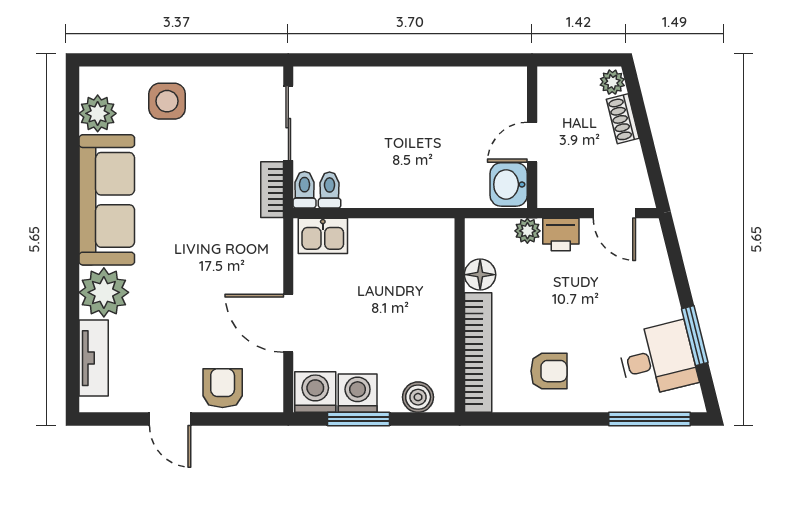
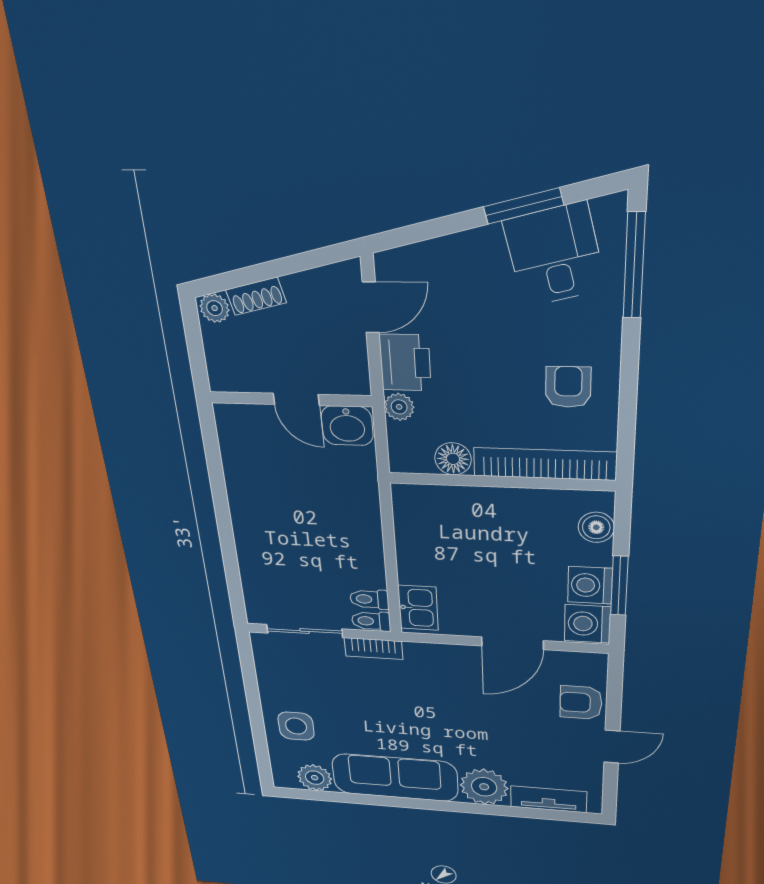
printer: (561, 234) -> (405, 363), width x1.36, depth x1.24

